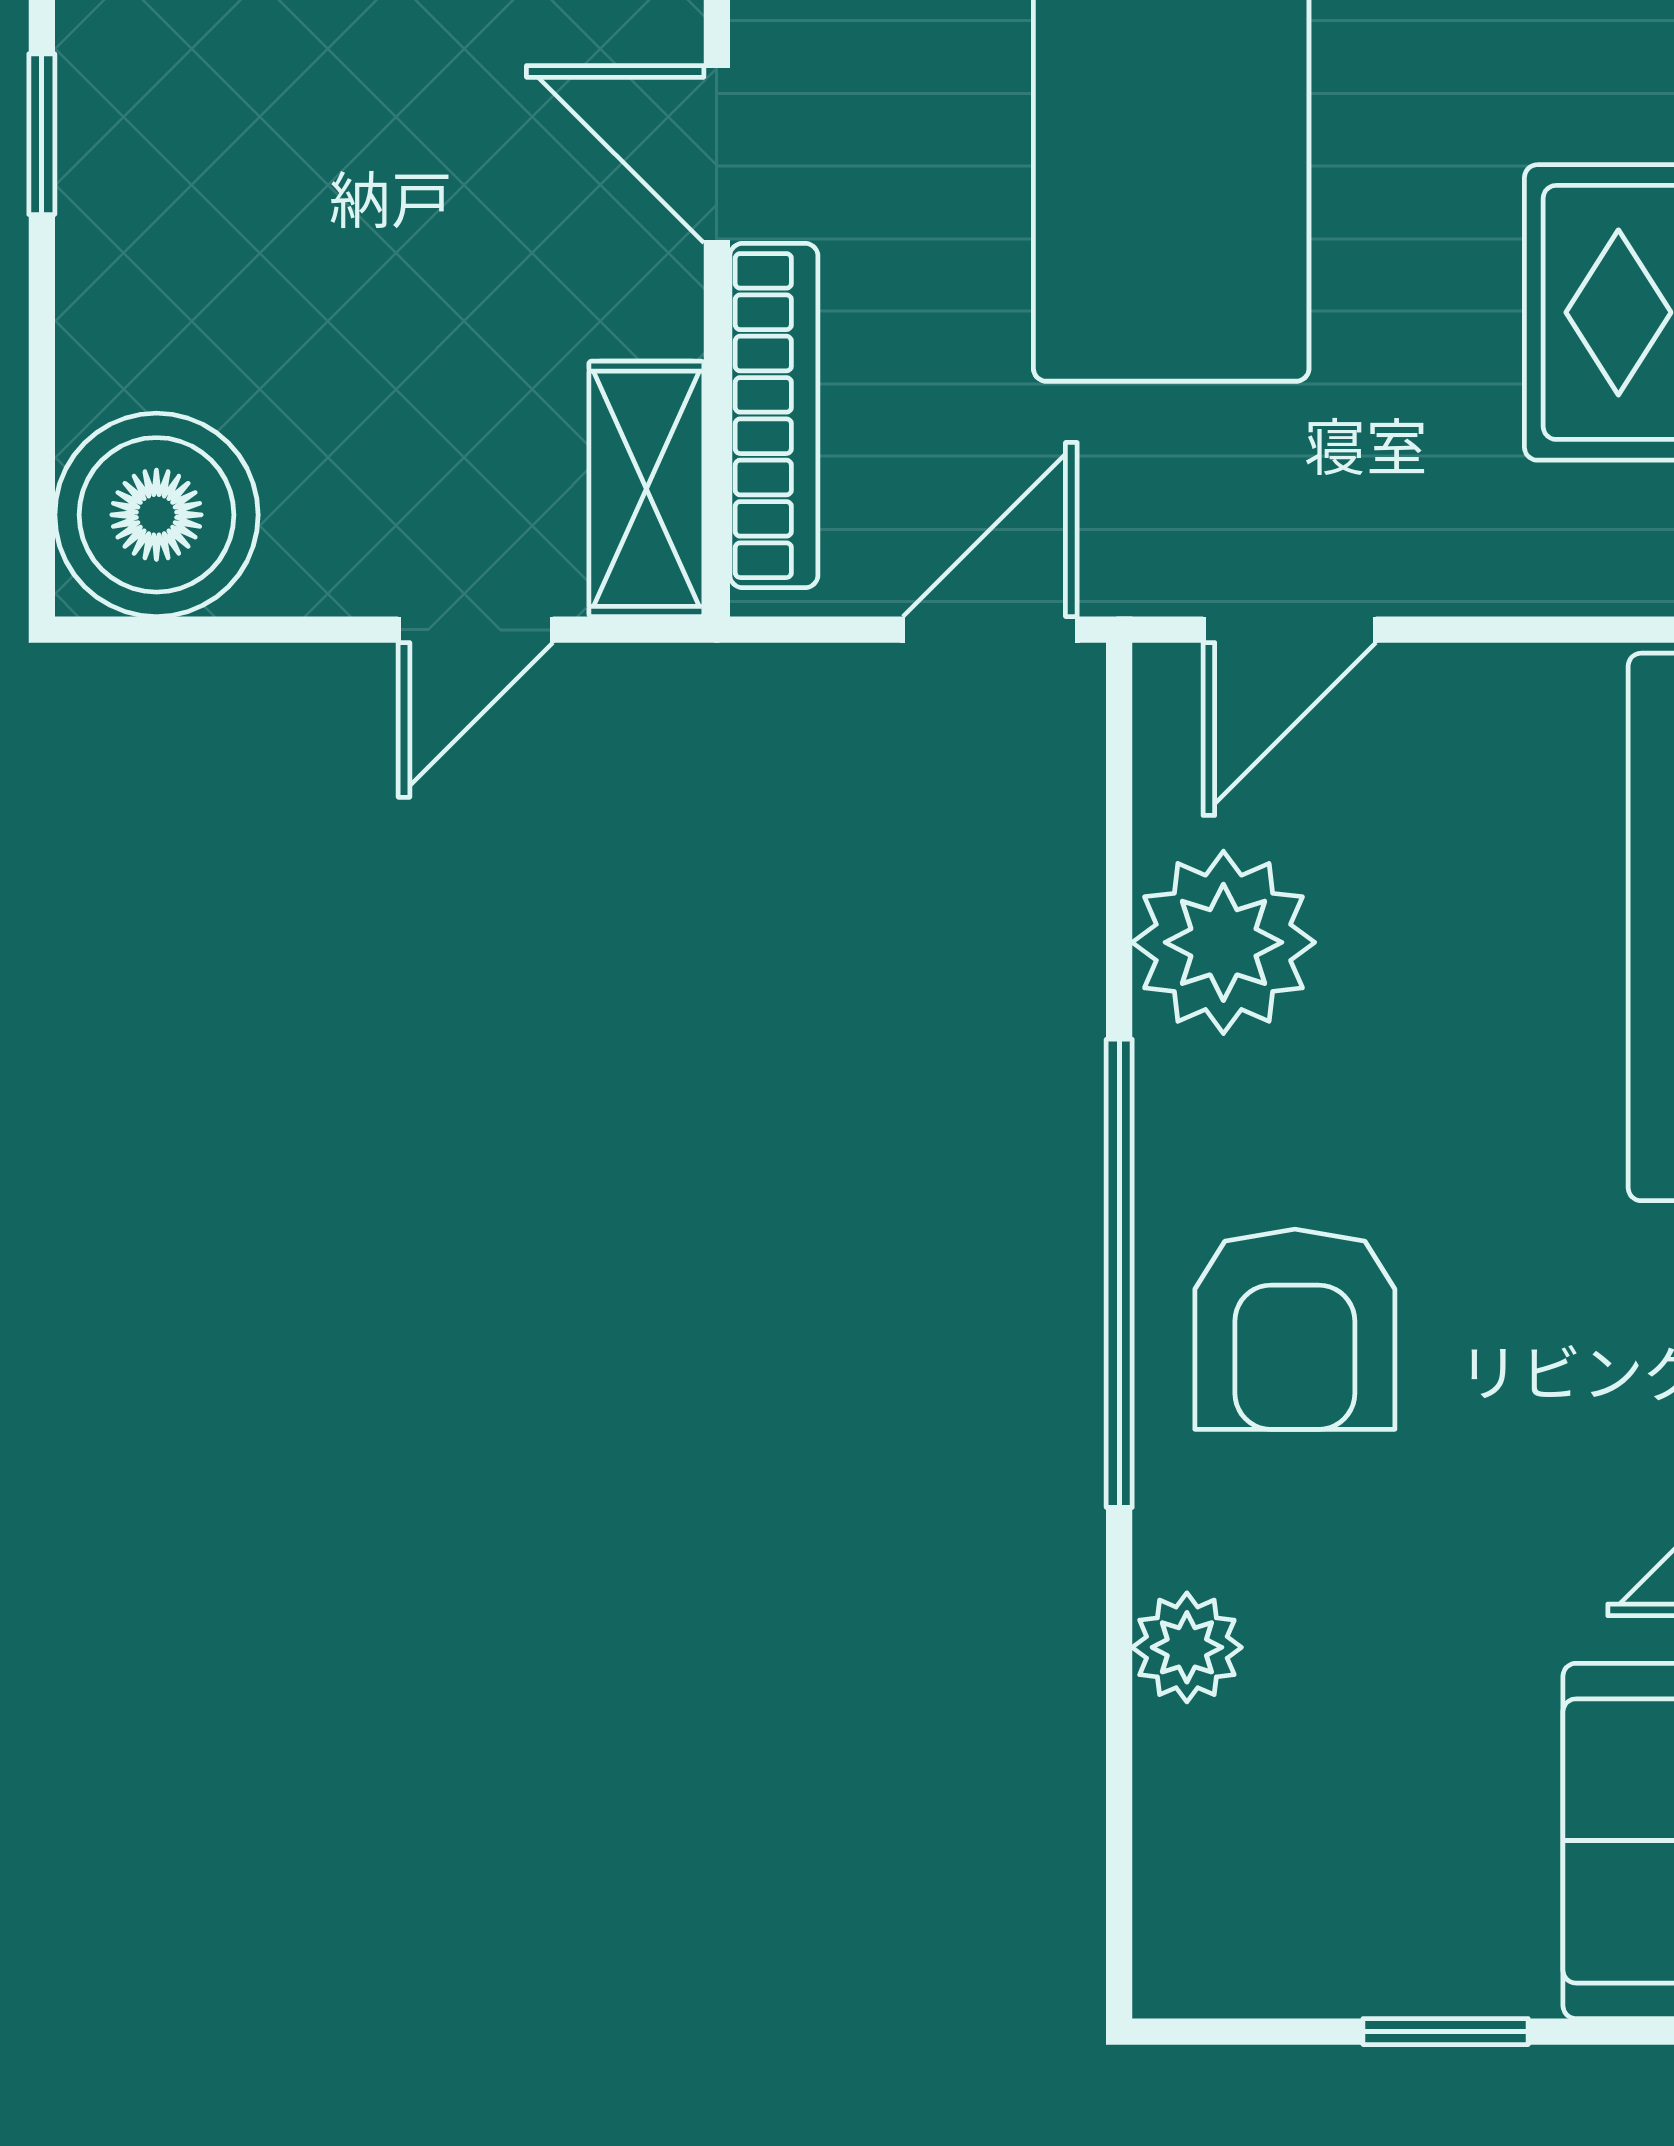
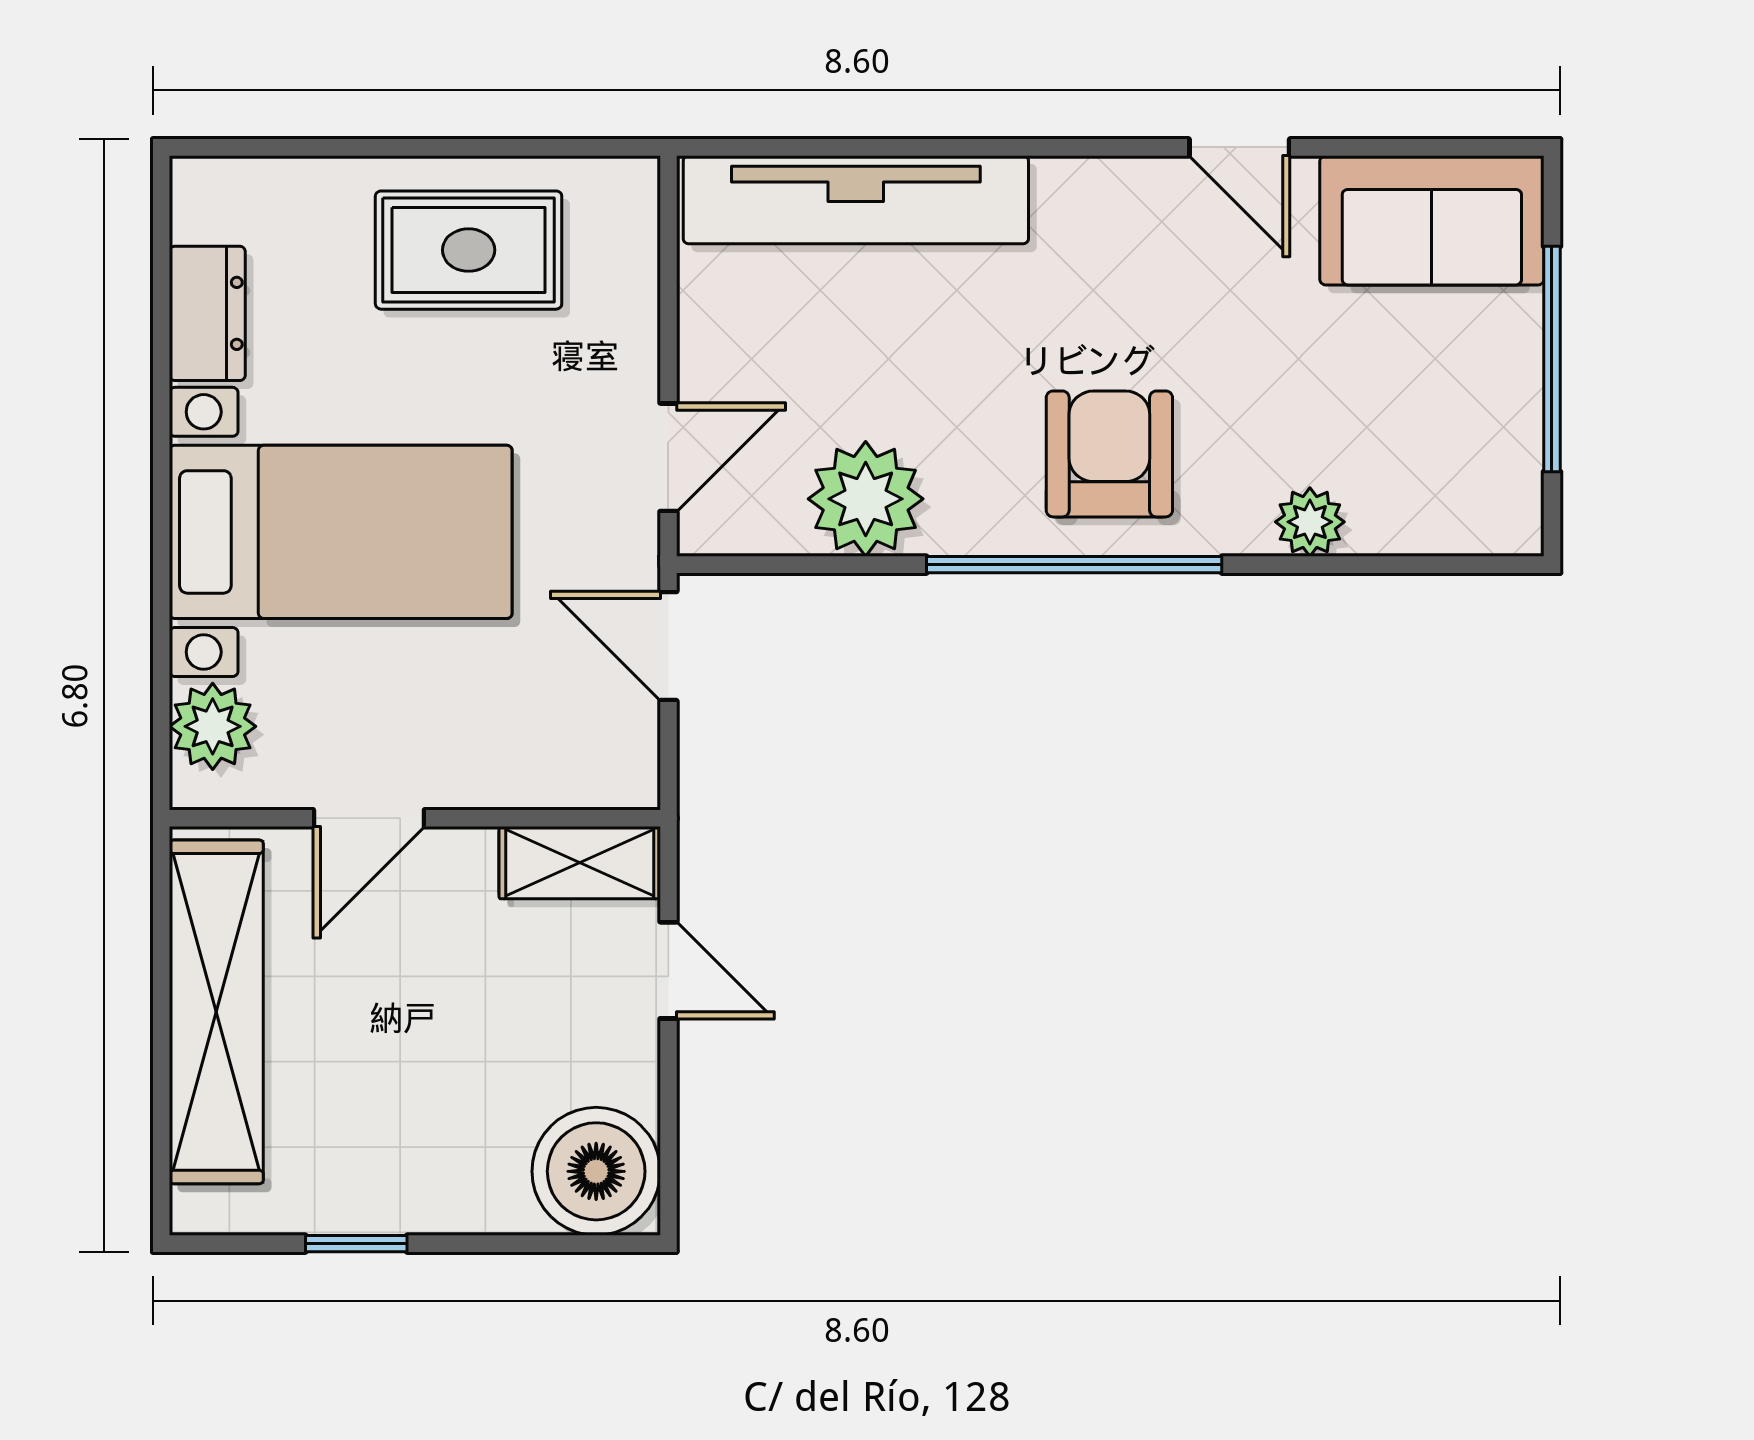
bookcase: (774, 416) -> (534, 782), removed
door: (1289, 630) -> (668, 457), hinge flipped
armchair: (1295, 1329) -> (1109, 454), turned -90
window: (1446, 2032) -> (1552, 359), width x2.17

